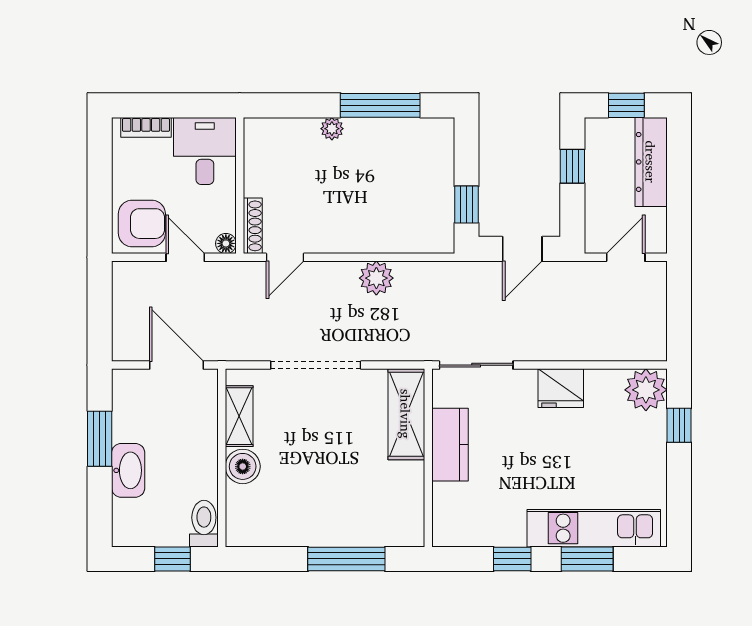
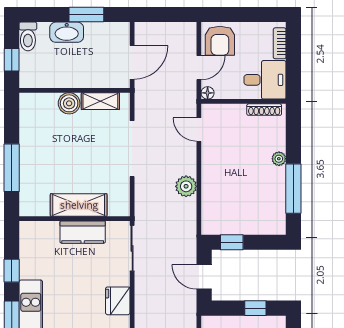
shoe rack: (253, 226) -> (264, 110), moved
shelving: (406, 414) -> (79, 205), moved
toilet: (204, 524) -> (28, 36), moved, turned 90

